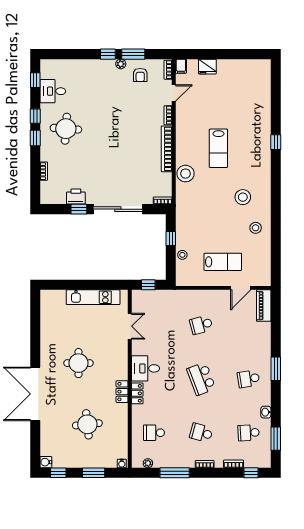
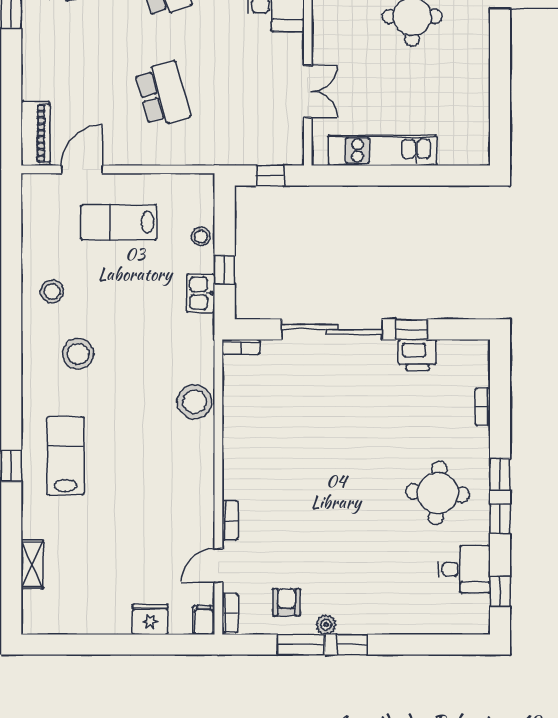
shelving: (265, 94) -> (32, 564), added
lab bench: (218, 148) -> (65, 456), moved
bookcase: (167, 149) -> (233, 452), removed
kitchen sink: (182, 227) -> (201, 293), added
school desk: (201, 325) -> (163, 94), width x1.85
double door: (130, 326) -> (308, 91), swing flipped

